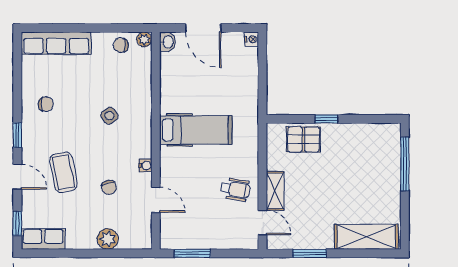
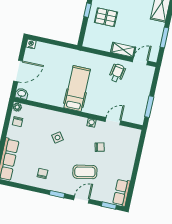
pallet: (303, 139) -> (106, 17), moved, turned 90
plant: (108, 239) -> (130, 154), removed

